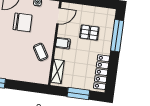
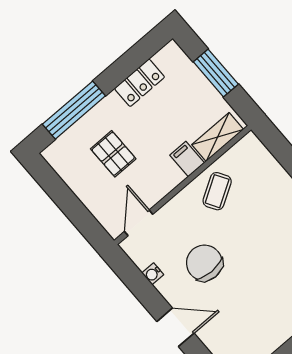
door: (59, 16) -> (139, 223), hinge flipped
filing cabinet: (63, 43) -> (187, 159), moved
locker: (102, 72) -> (140, 83), width x0.66

